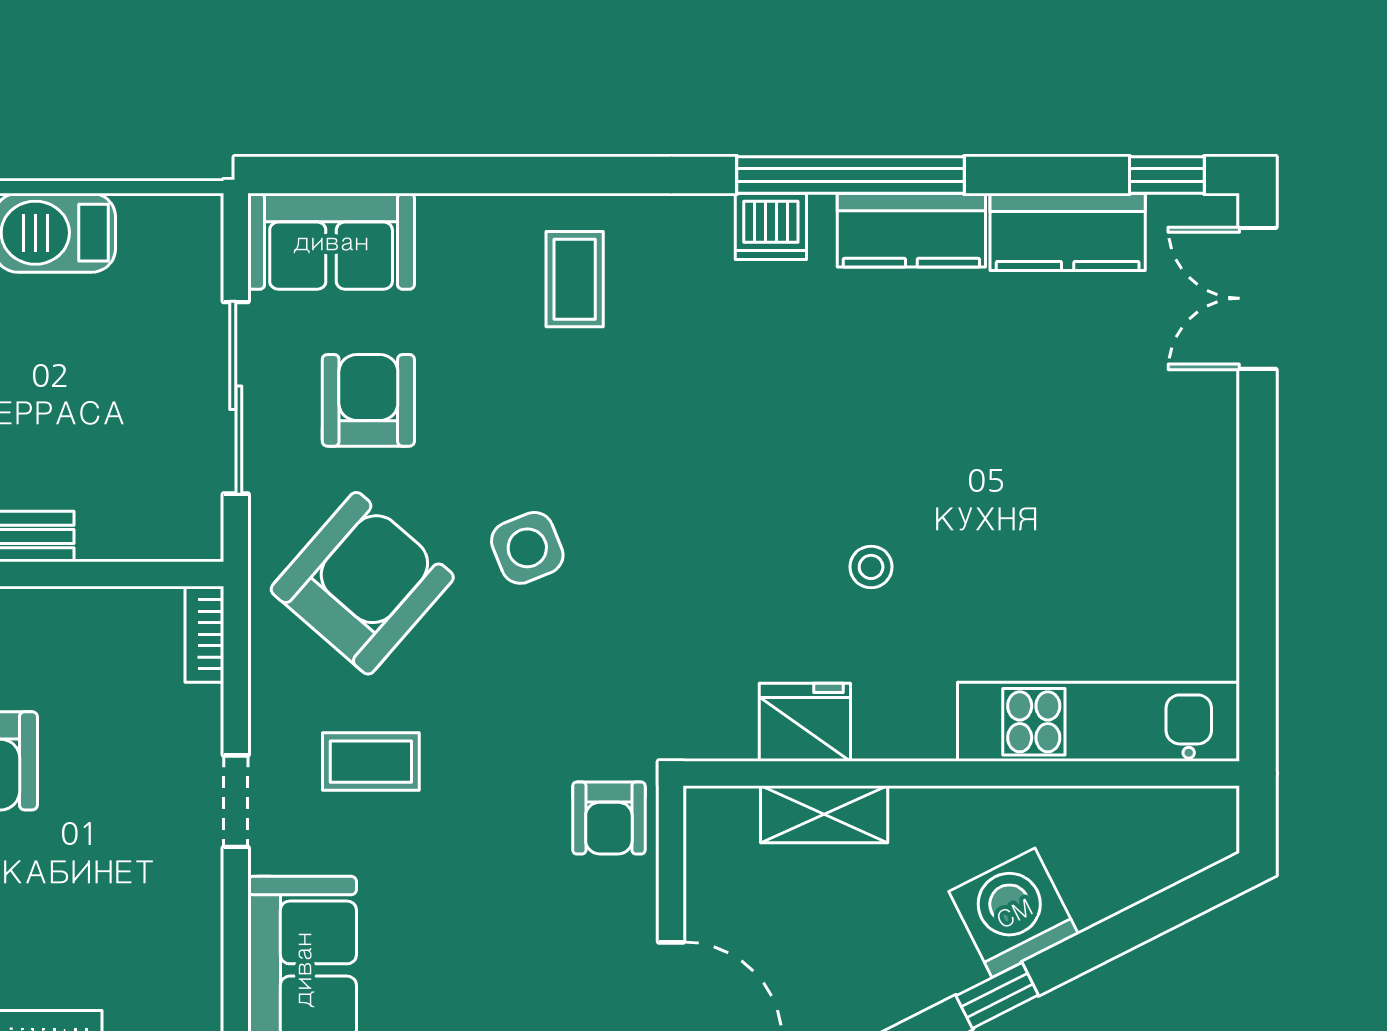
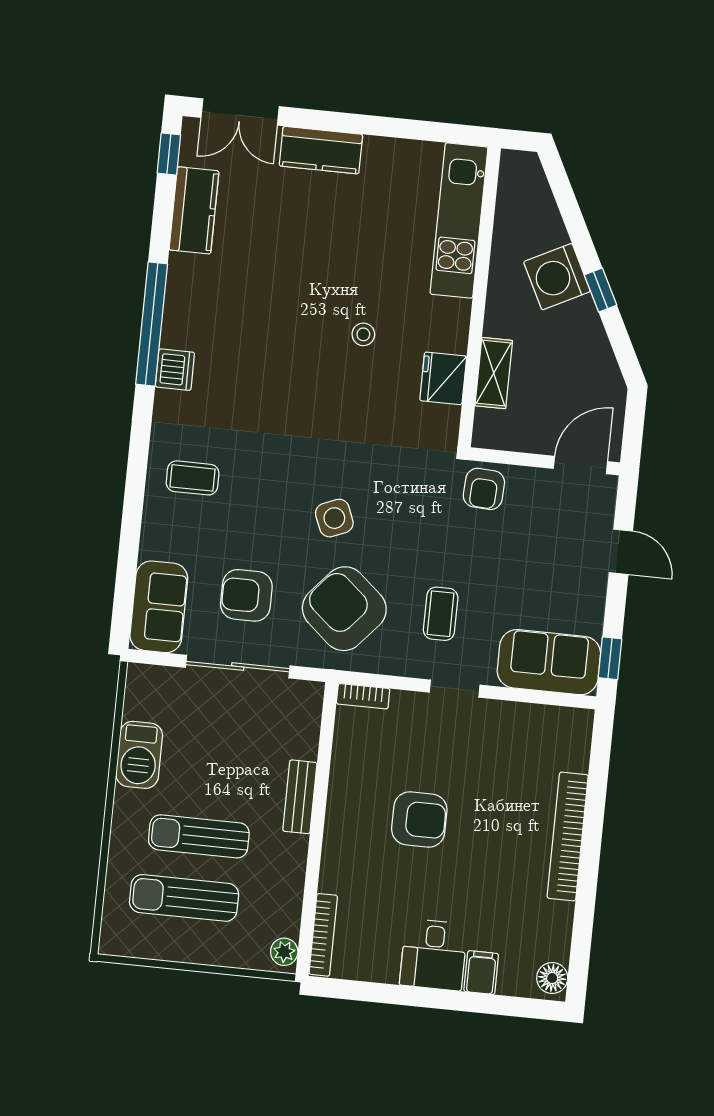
kitchen counter: (911, 230) -> (321, 150), moved, turned 90
armchair: (609, 818) -> (484, 489), turned 93

